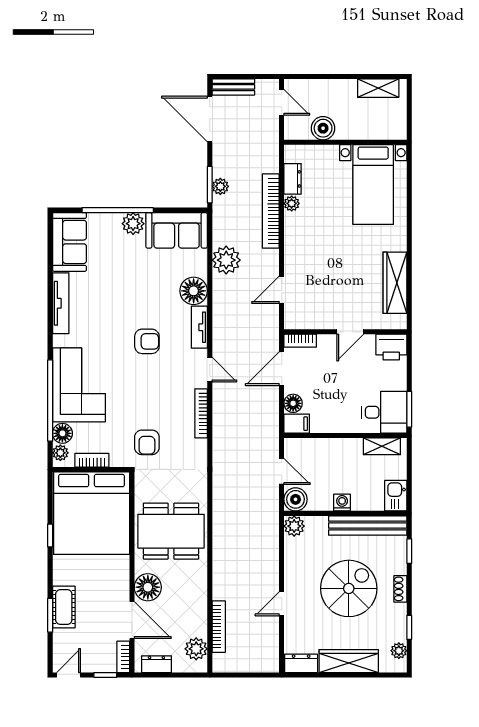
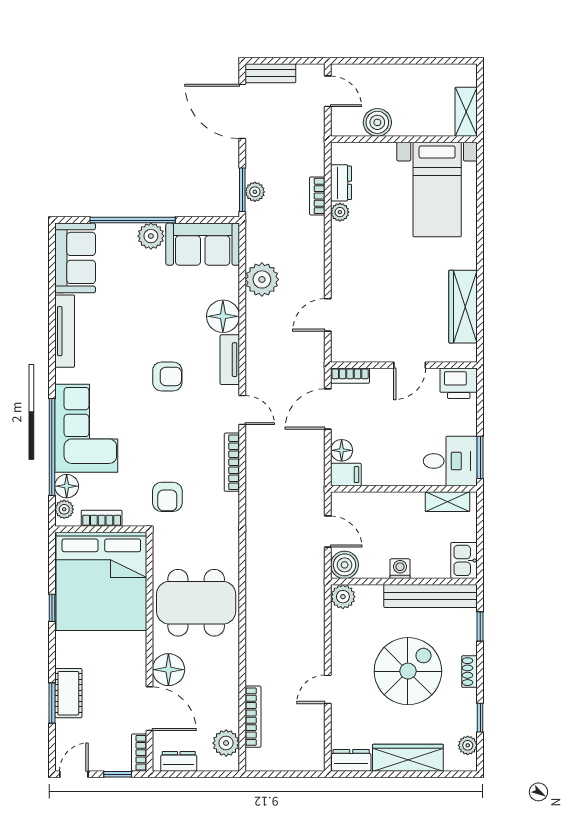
shelving: (378, 88) -> (466, 112), moved, turned 90
bookcase: (271, 211) -> (317, 196), width x0.43, depth x0.76

